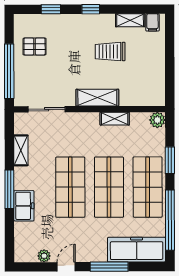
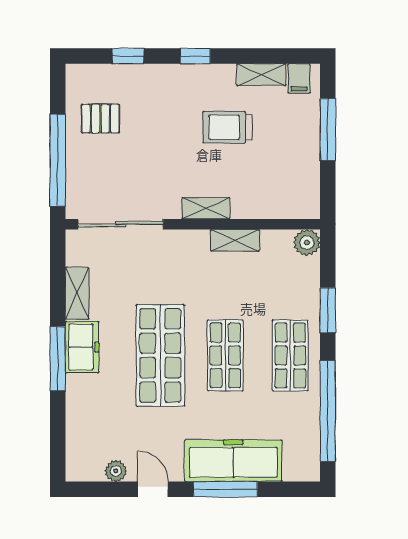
window: (170, 53) -> (328, 130), added
shelving: (97, 98) -> (206, 208), width x0.67, depth x0.75
sliding door: (47, 109) -> (121, 224), width x1.37
shop shelf: (109, 187) -> (225, 355), width x0.70, depth x0.74
shop shelf: (148, 187) -> (290, 355), width x0.70, depth x0.74
freezer: (24, 206) -> (82, 347), moved
freezer: (137, 250) -> (233, 461), moved
door: (66, 267) -> (153, 489), hinge flipped

